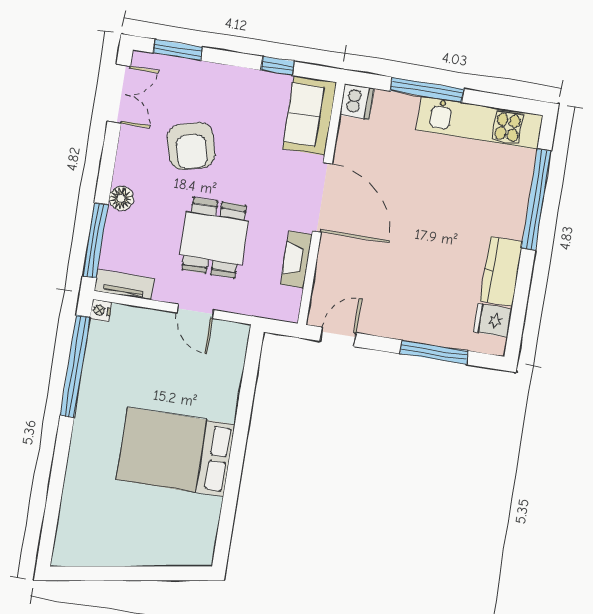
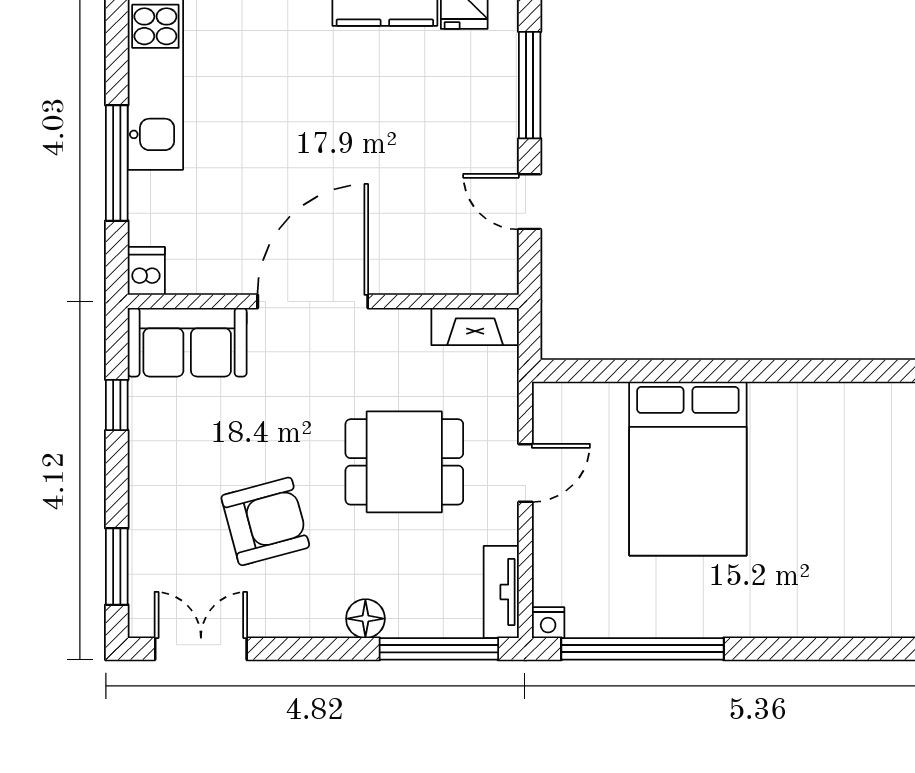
dishwasher: (357, 102) -> (146, 271), width x0.73
fireplace: (296, 259) -> (475, 326), moved
door: (338, 337) -> (530, 202), moved
bed: (176, 452) -> (688, 469), moved

